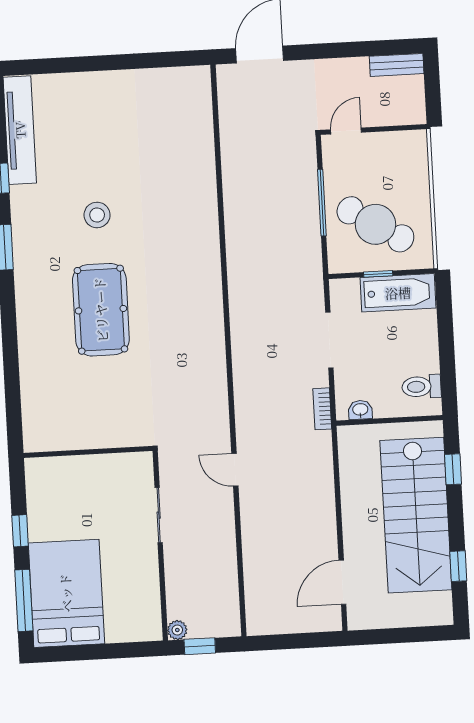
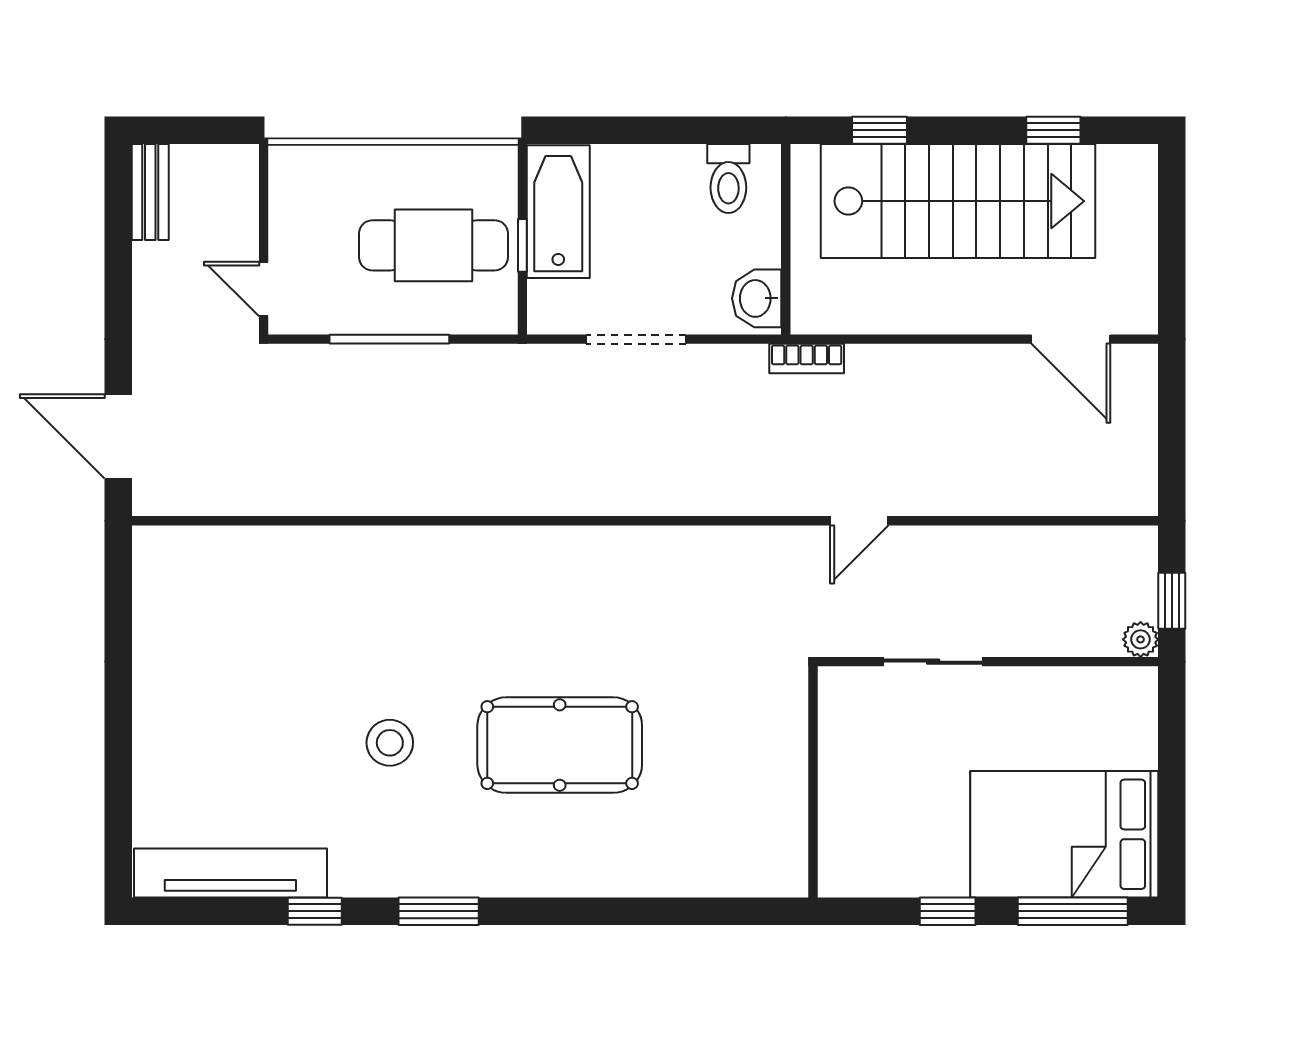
cafe table: (375, 224) -> (434, 245), turned 58
bookcase: (322, 409) -> (807, 359), moved
washbasin: (360, 410) -> (757, 298), width x1.38, depth x1.45

